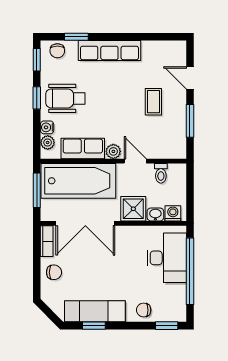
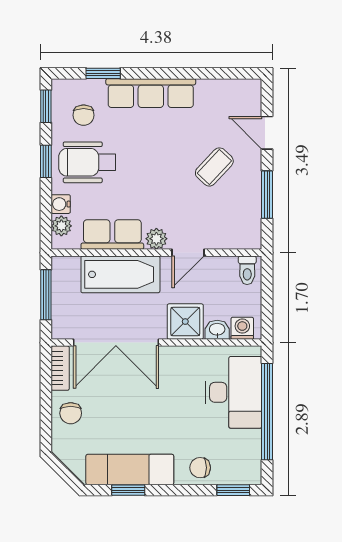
chair: (57, 51) -> (84, 115), moved
coffee table: (153, 102) -> (214, 167), turned 43
door: (135, 161) -> (188, 253), swing flipped
toilet: (161, 173) -> (247, 270), moved
bathtub: (78, 181) -> (120, 274), width x0.73, depth x0.73
chair: (54, 272) -> (71, 413), turned 90

